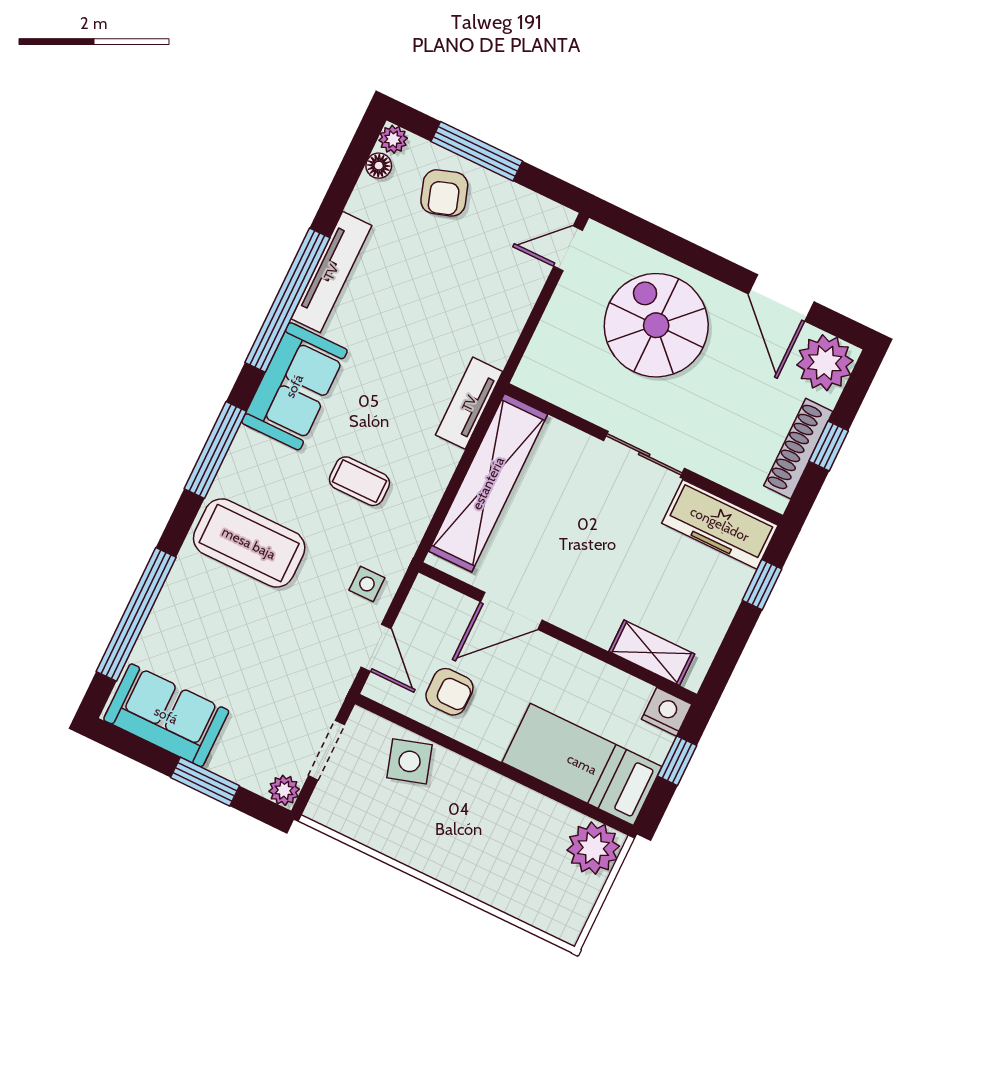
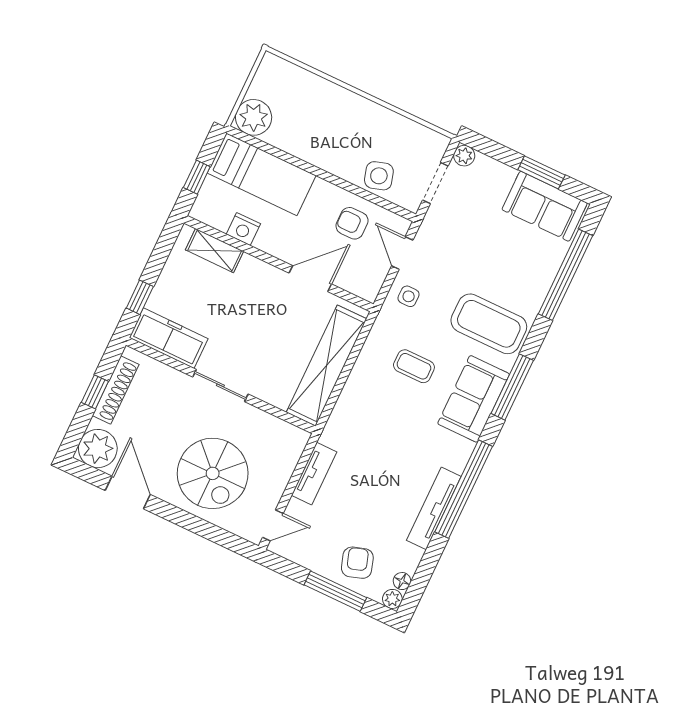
sofa: (294, 386) -> (474, 399), moved
tv unit: (469, 403) -> (314, 474), moved
nightstand: (667, 712) -> (243, 229), moved
window: (205, 782) -> (541, 172), moved

